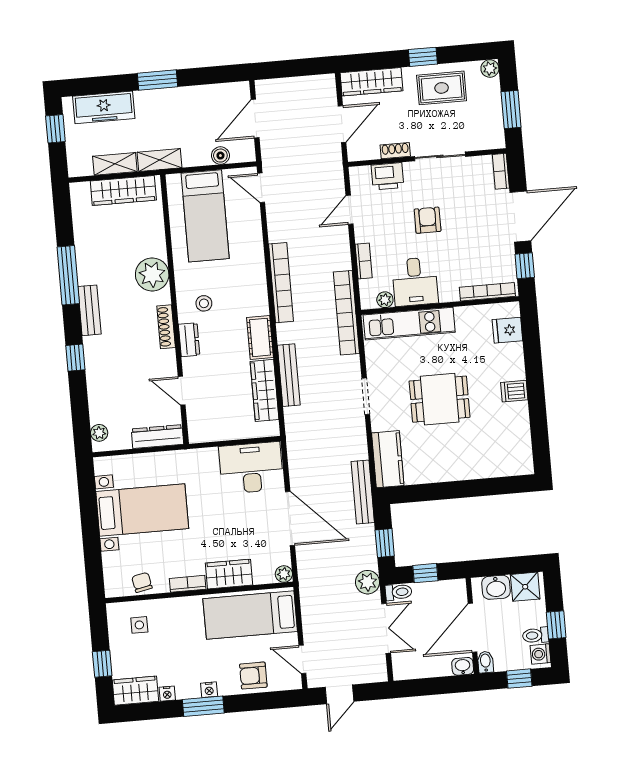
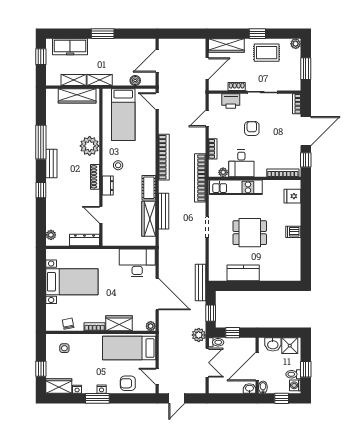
kitchen counter: (388, 459) -> (243, 273), moved, turned -90

